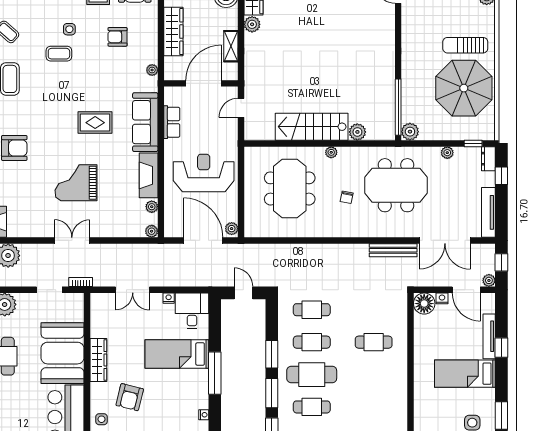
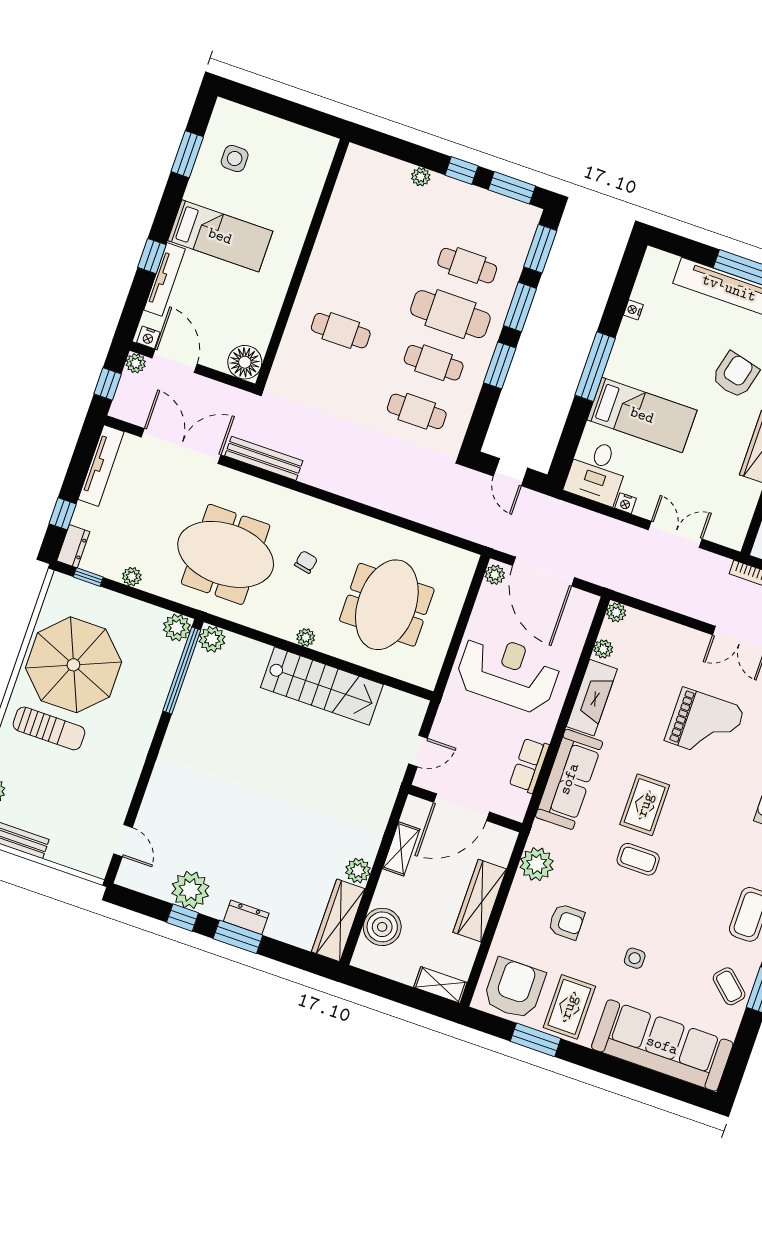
coffee table: (59, 54) -> (638, 859), moved
plant: (152, 70) -> (537, 864), width x1.87, depth x1.87
rug: (95, 123) -> (645, 805), turned 90
plant: (357, 132) -> (212, 639), moved
reception desk: (204, 173) -> (508, 673), turned 180
nightstand: (442, 298) -> (148, 337), moved

